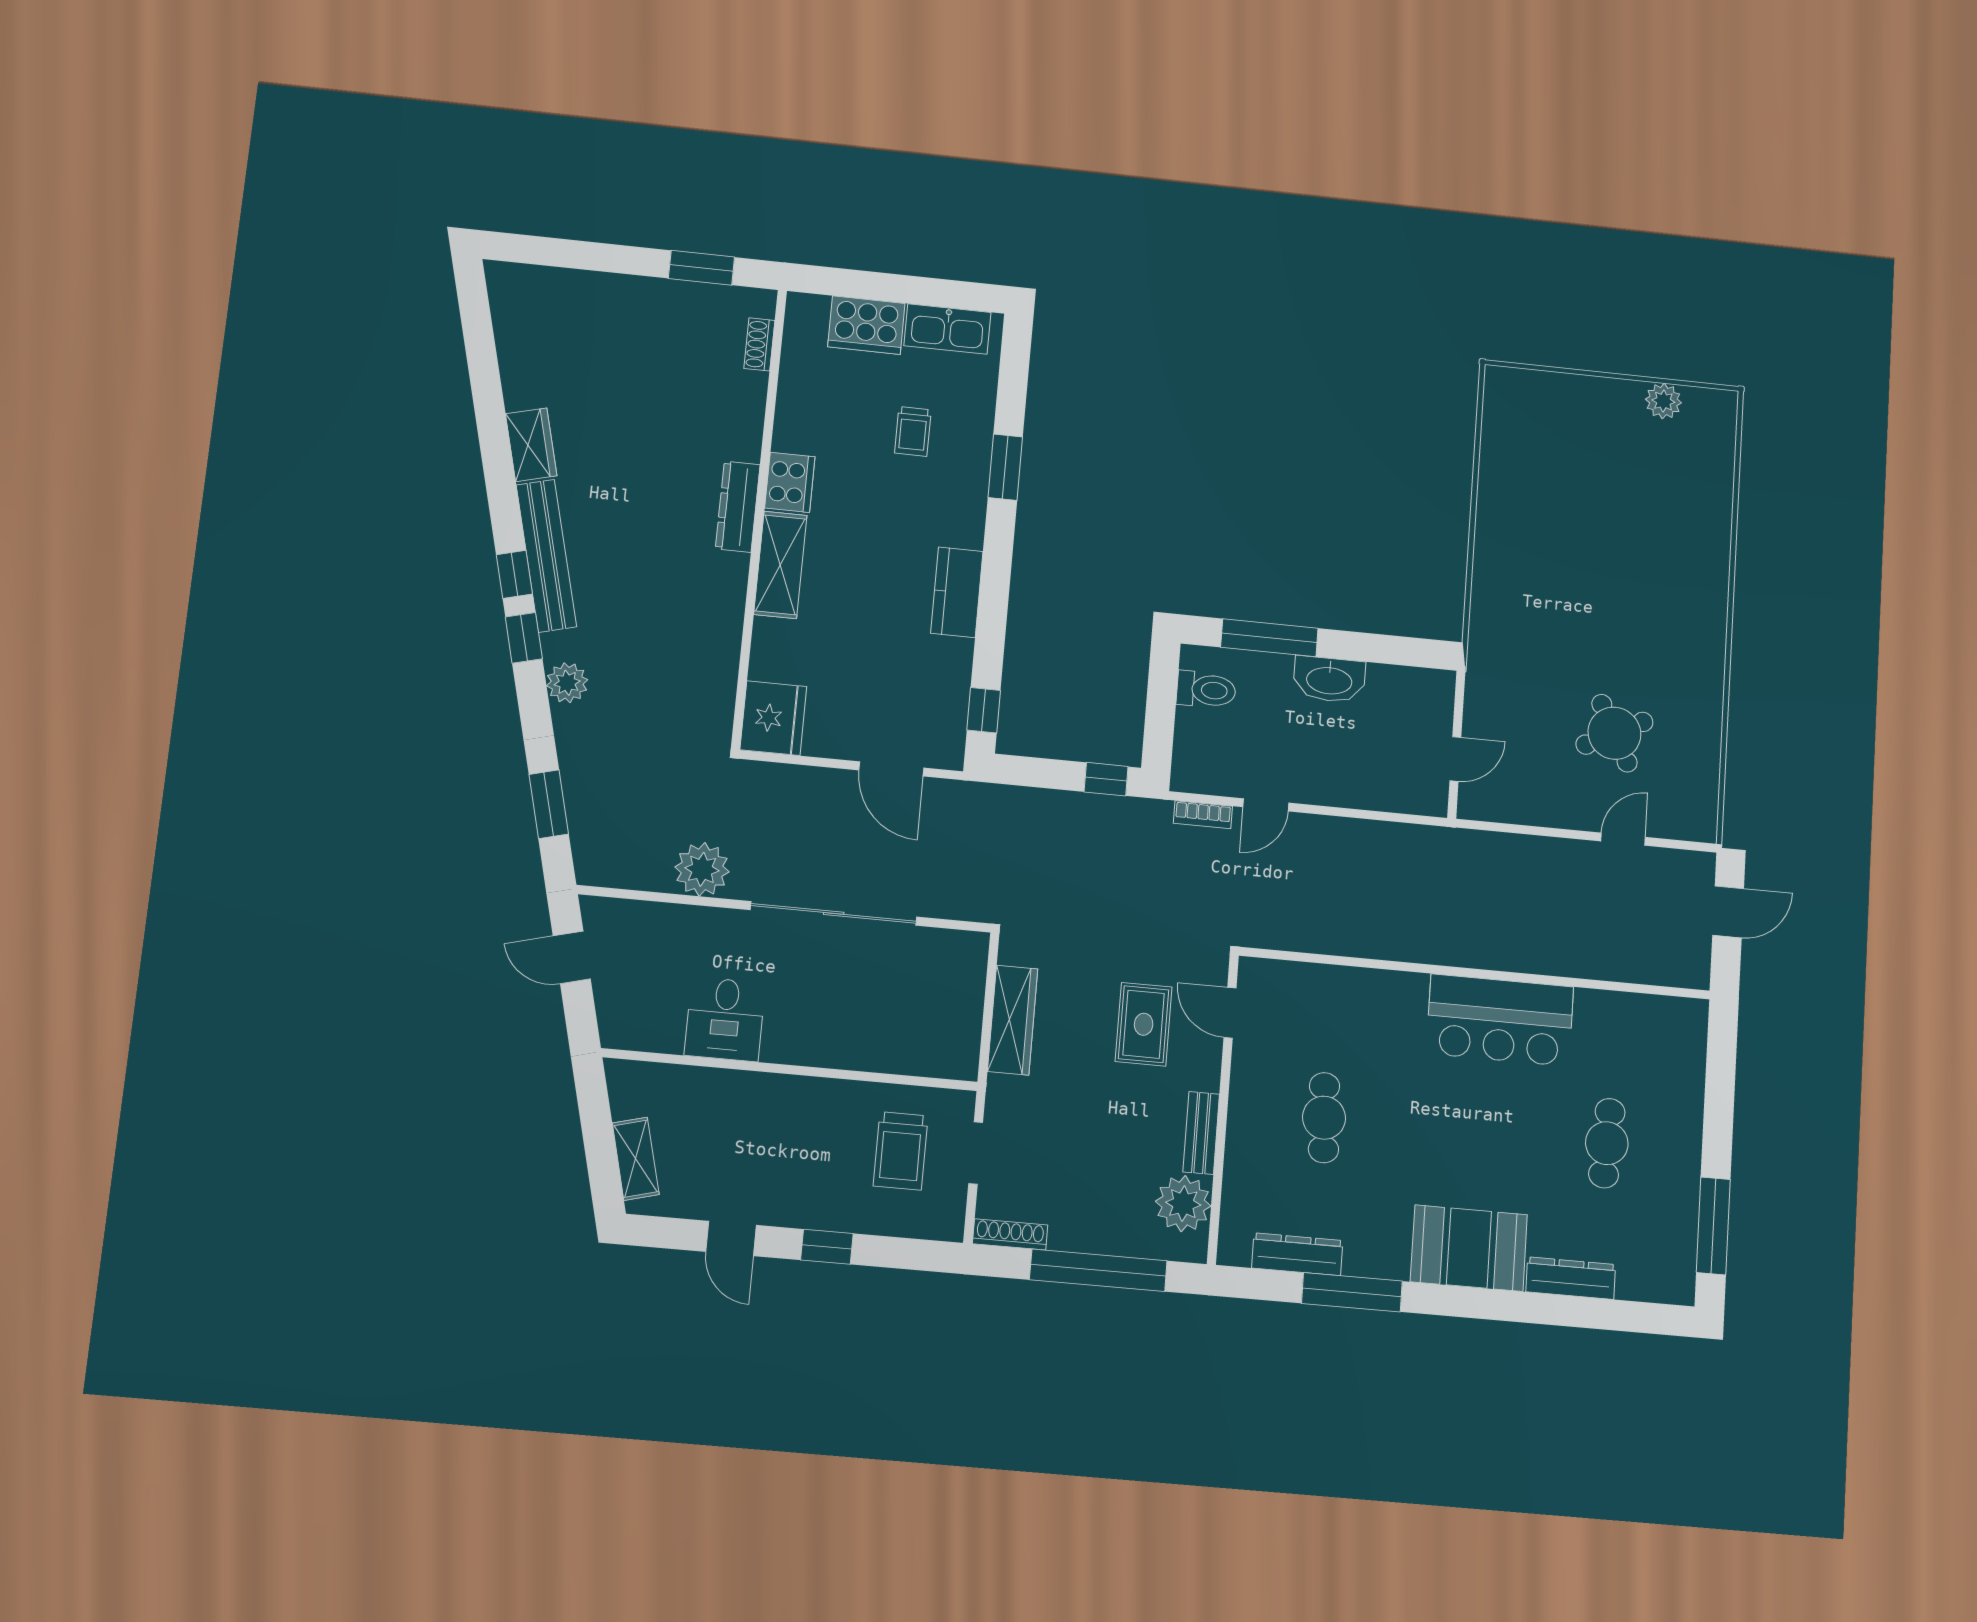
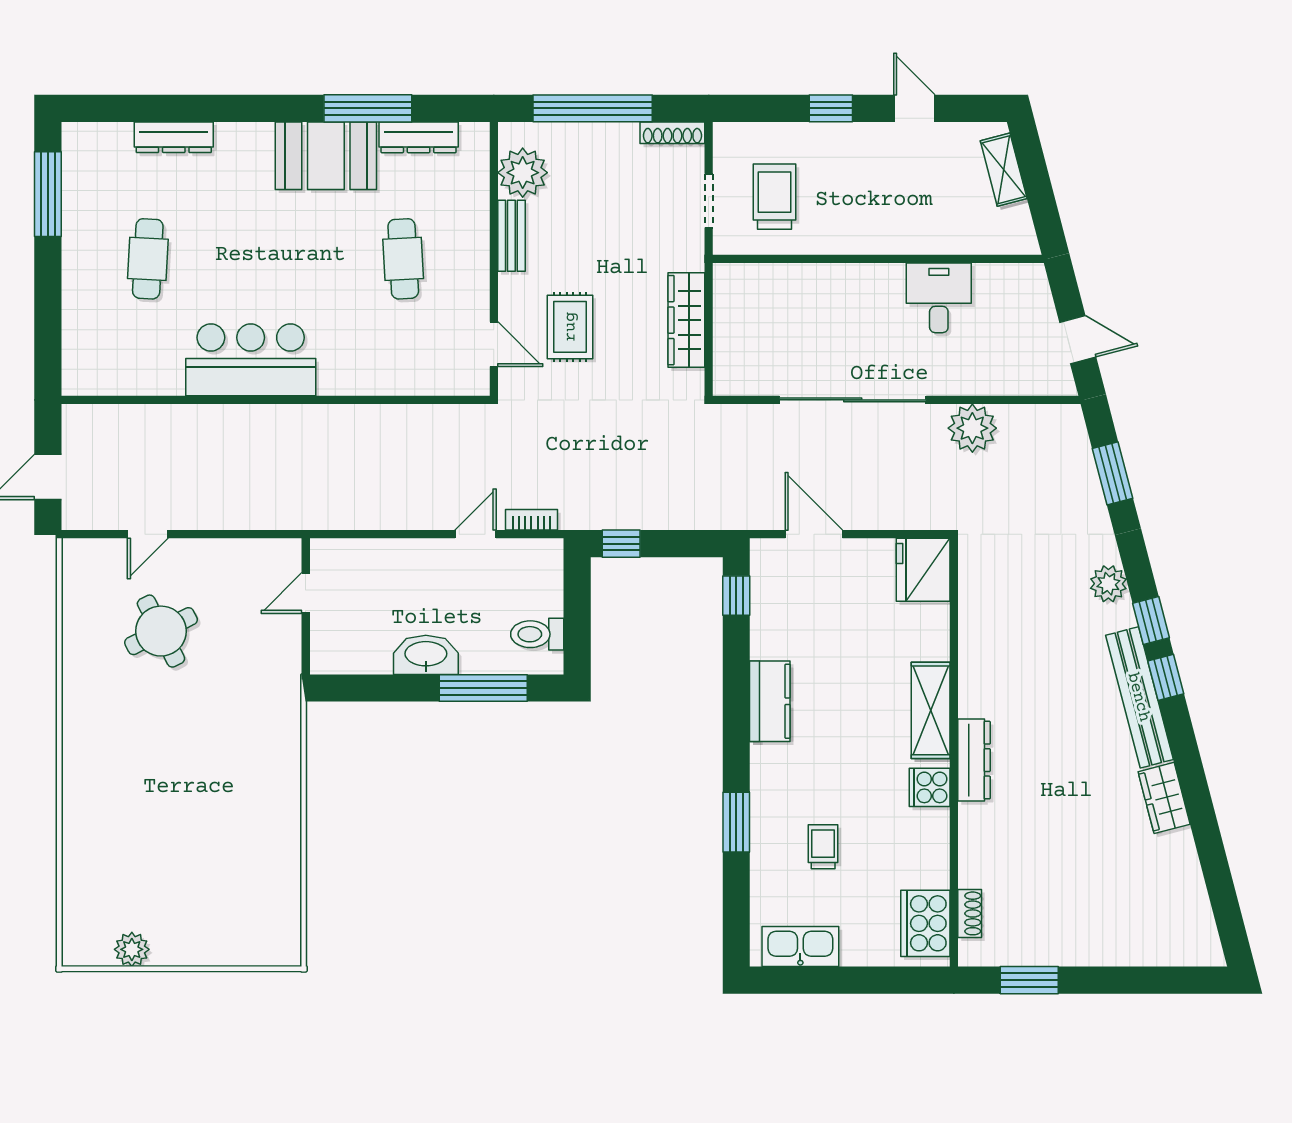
cooker: (866, 325) -> (925, 923), moved, turned -90
cooker: (790, 482) -> (930, 787), width x0.73
booth: (1469, 1248) -> (326, 156), moved

